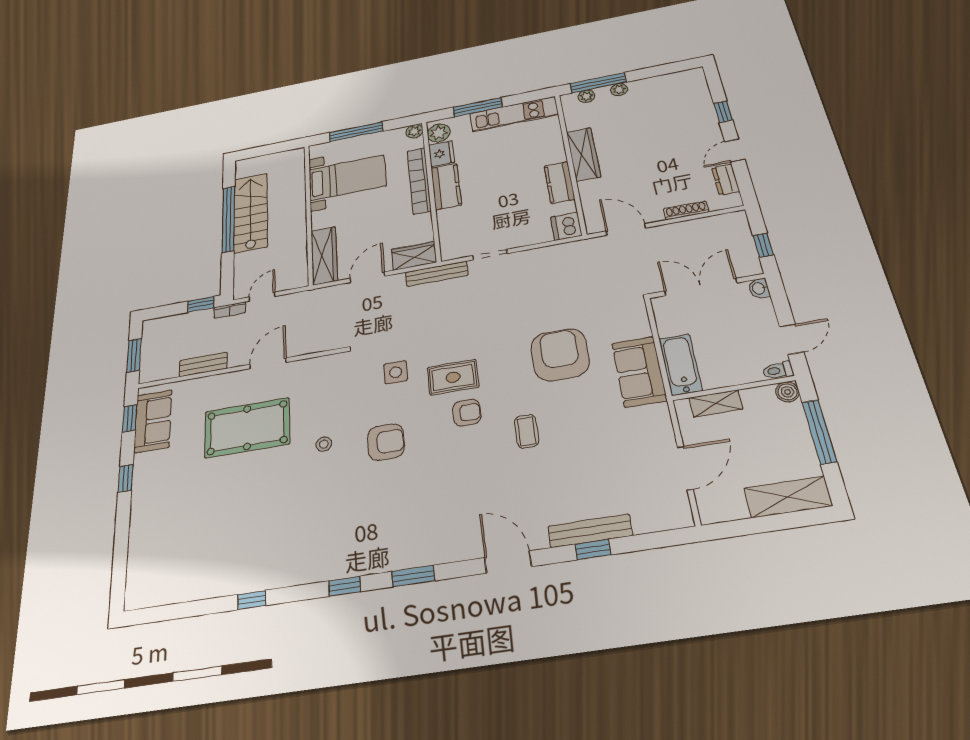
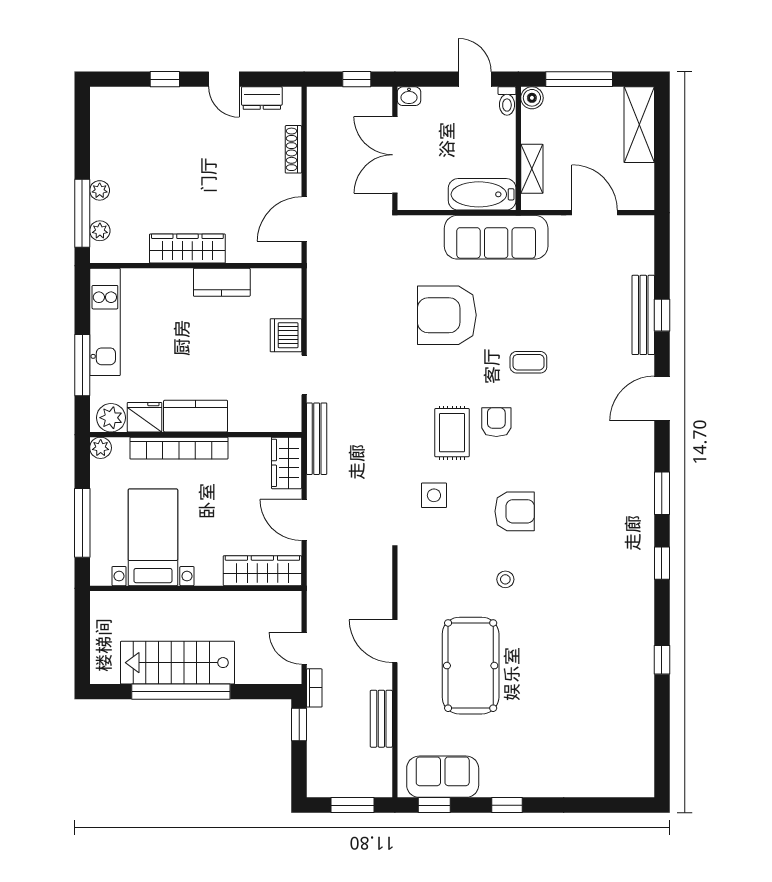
dishwasher: (566, 226) -> (286, 335), moved, turned 90
sofa: (639, 372) -> (496, 237), width x1.36
armchair: (386, 442) -> (515, 511), turned 90

